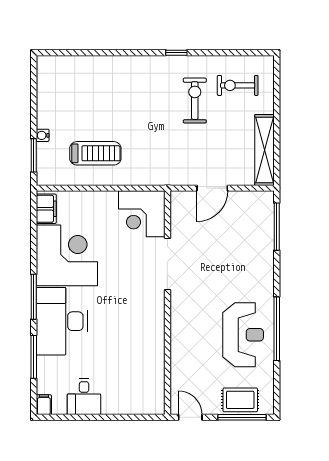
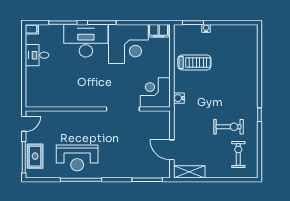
shelving: (264, 150) -> (189, 172), width x0.68
treadmill: (95, 153) -> (194, 62), turned -90
water cooler: (150, 177) -> (179, 98), added
door: (212, 188) -> (172, 150), moved

